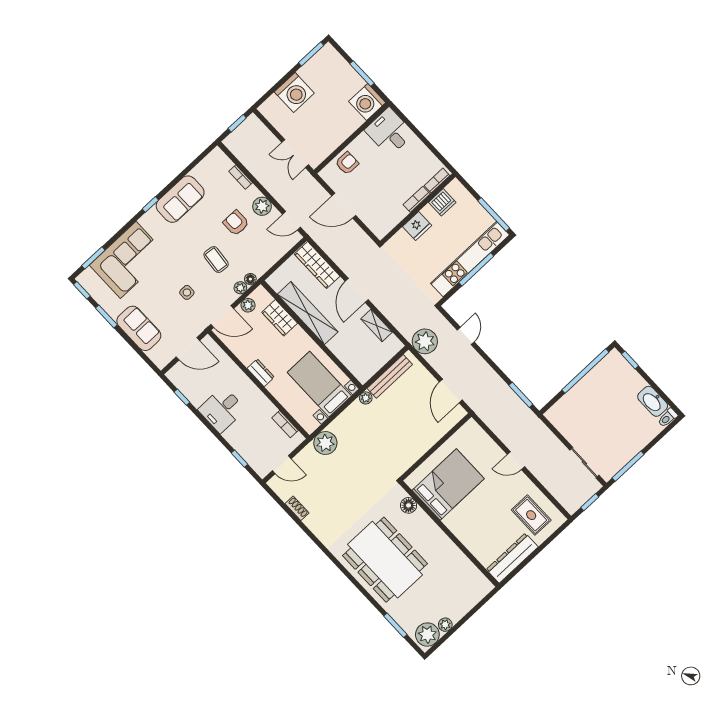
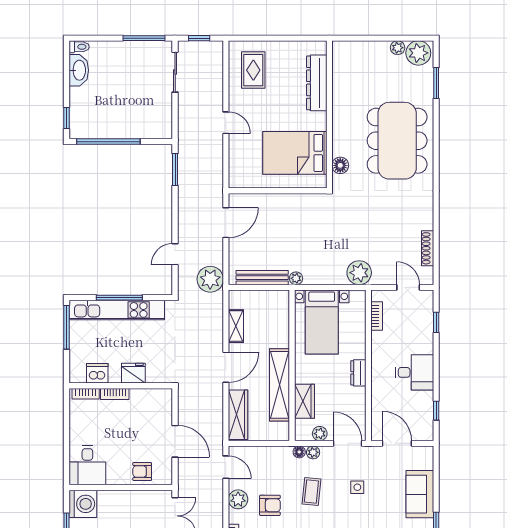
armchair: (236, 223) -> (270, 505), turned -90
shoe rack: (297, 508) -> (428, 248), width x1.43
dresser: (512, 558) -> (317, 83), moved, turned 90

